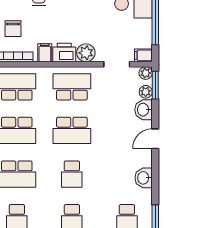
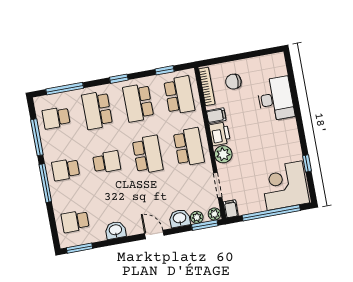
school desk: (72, 130) -> (148, 154), turned 180
school desk: (72, 174) -> (107, 162), turned 180

